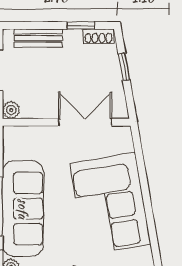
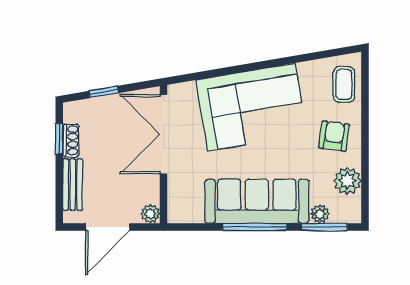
shoe rack: (98, 36) -> (71, 140), moved
double door: (85, 122) -> (164, 134), width x1.37

